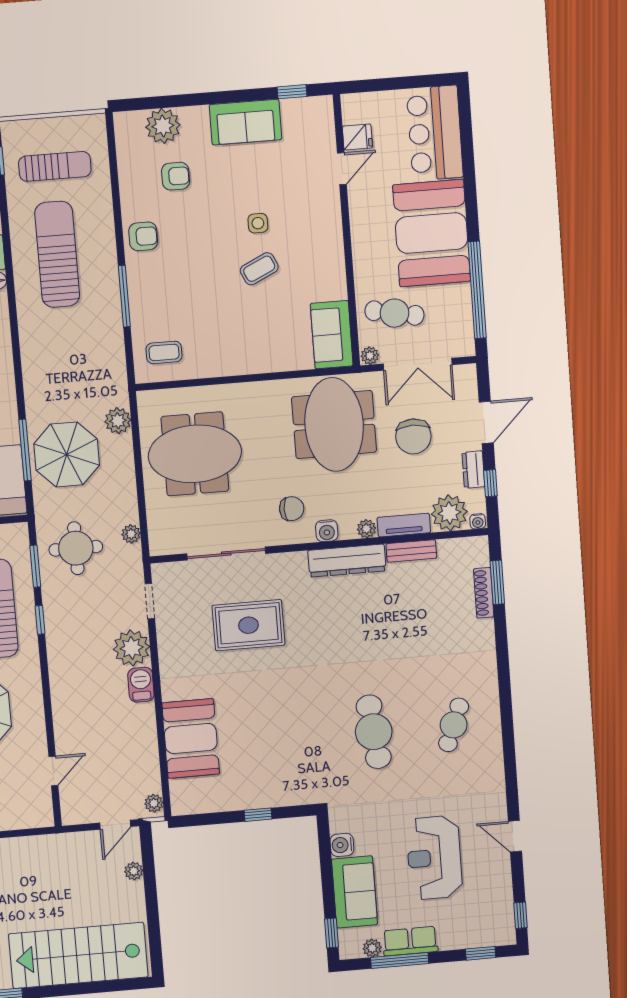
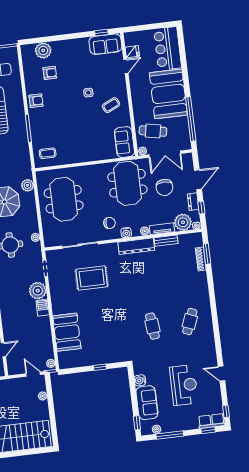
sofa: (245, 122) -> (105, 44), moved
coffee table: (259, 269) -> (111, 105), moved
meeting table: (195, 454) -> (64, 199), turned 90
cafe table: (374, 732) -> (152, 326), width x0.73, depth x0.74
door: (115, 825) -> (33, 374), swing flipped
reception desk: (434, 858) -> (184, 385), turned 180
row of seats: (410, 941) -> (211, 421), moved

